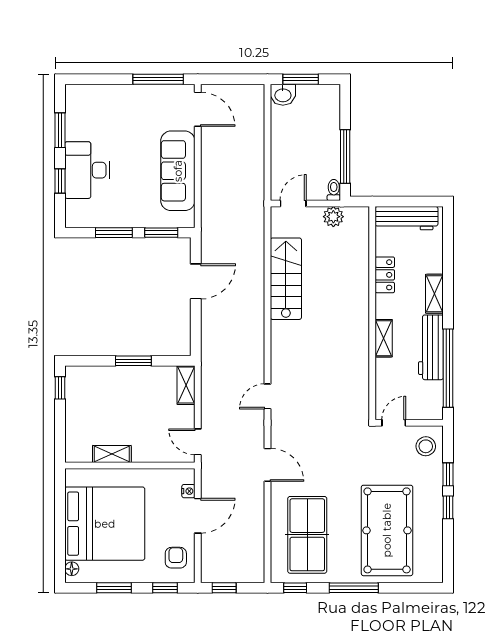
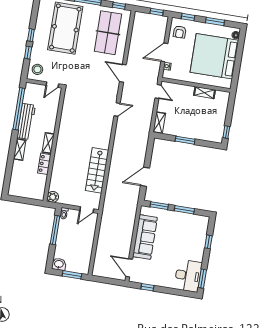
window: (158, 79) -> (147, 287), width x0.46
washbasin: (283, 95) -> (59, 264), moved
window: (60, 130) -> (202, 279), moved
desk: (87, 170) -> (188, 276), moved
plant: (333, 217) -> (53, 197), moved
workbench: (407, 218) -> (28, 192), removed
shelving: (384, 338) -> (48, 143), moved

